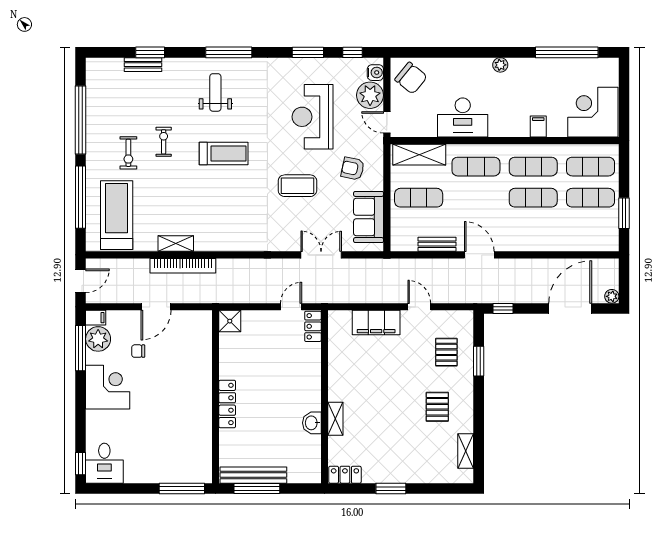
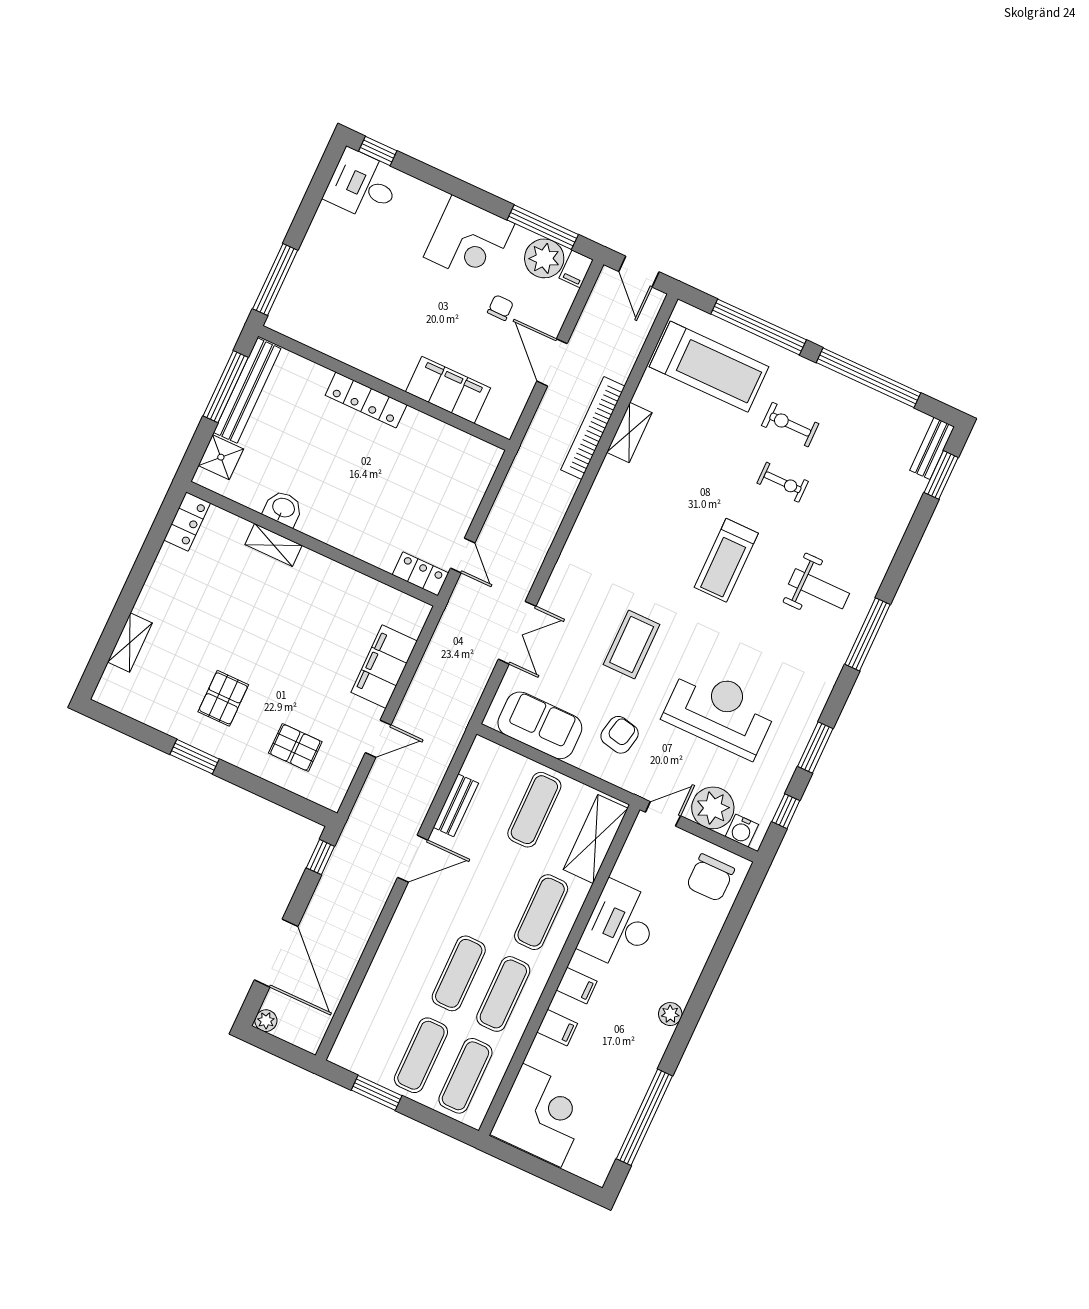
window: (150, 52) -> (941, 475), moved
bench: (143, 65) -> (932, 448), moved
chair: (411, 78) -> (710, 878), turned -39
filing cabinet: (509, 126) -> (577, 986), added
shower: (230, 321) -> (221, 457), moved
filing cabinet: (200, 359) -> (448, 390), added
window: (479, 361) -> (195, 757), moved
pallet: (437, 407) -> (223, 698), turned 90
shelving: (466, 451) -> (130, 643), moved, turned 90
window: (391, 489) -> (137, 578), removed

